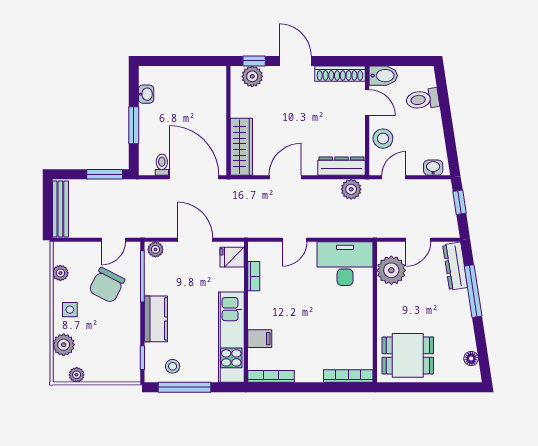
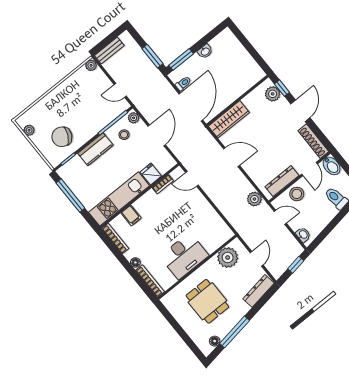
washbasin: (146, 94) -> (205, 51), moved
window: (134, 125) -> (181, 59), moved
dresser: (342, 166) -> (282, 181), moved, turned -90
bench: (60, 209) -> (109, 51), width x0.73
door: (295, 240) -> (192, 179), moved
door: (418, 240) -> (257, 259), swing flipped
fridge: (232, 257) -> (151, 174), moved
desk: (345, 264) -> (184, 256), moved, turned 90
plant: (60, 273) -> (91, 65), moved
chair: (107, 285) -> (62, 137), moved
window: (473, 291) -> (235, 332), moved
side table: (70, 310) -> (62, 97), removed
plant: (64, 345) -> (40, 110), removed
dining table: (408, 355) -> (207, 301), moved
stool: (173, 366) -> (124, 135), moved
floor lamp: (315, 375) -> (135, 262), added

